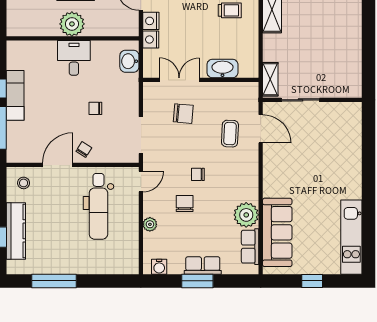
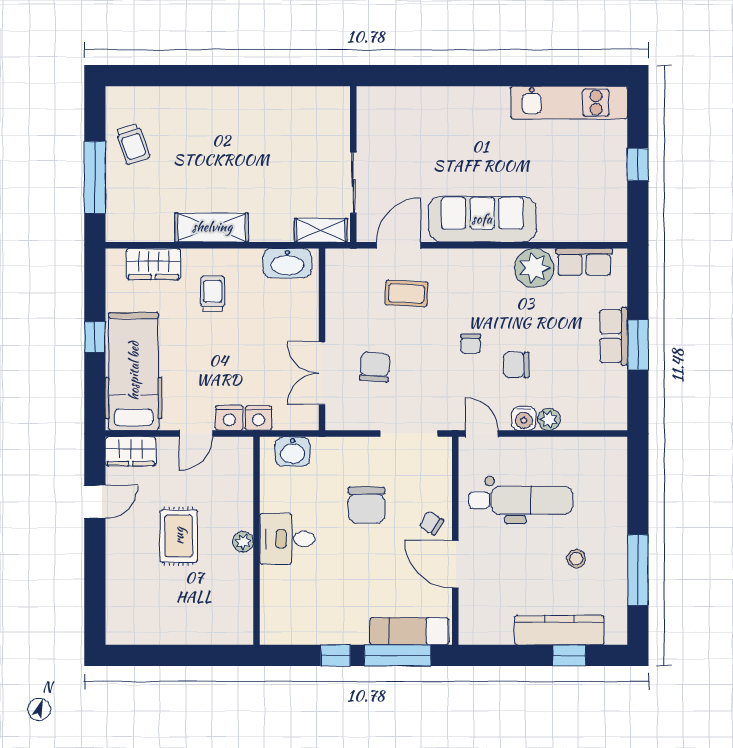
plant: (72, 24) -> (243, 542), width x0.53, depth x0.53
washbasin: (222, 69) -> (287, 263), moved, turned -90
exam couch: (15, 95) -> (409, 631), moved
chair: (95, 108) -> (367, 505), width x1.87, depth x1.87
stool: (24, 183) -> (576, 559), moved
sofa: (277, 232) -> (482, 219), moved
water cooler: (159, 267) -> (524, 418), moved, turned 90

